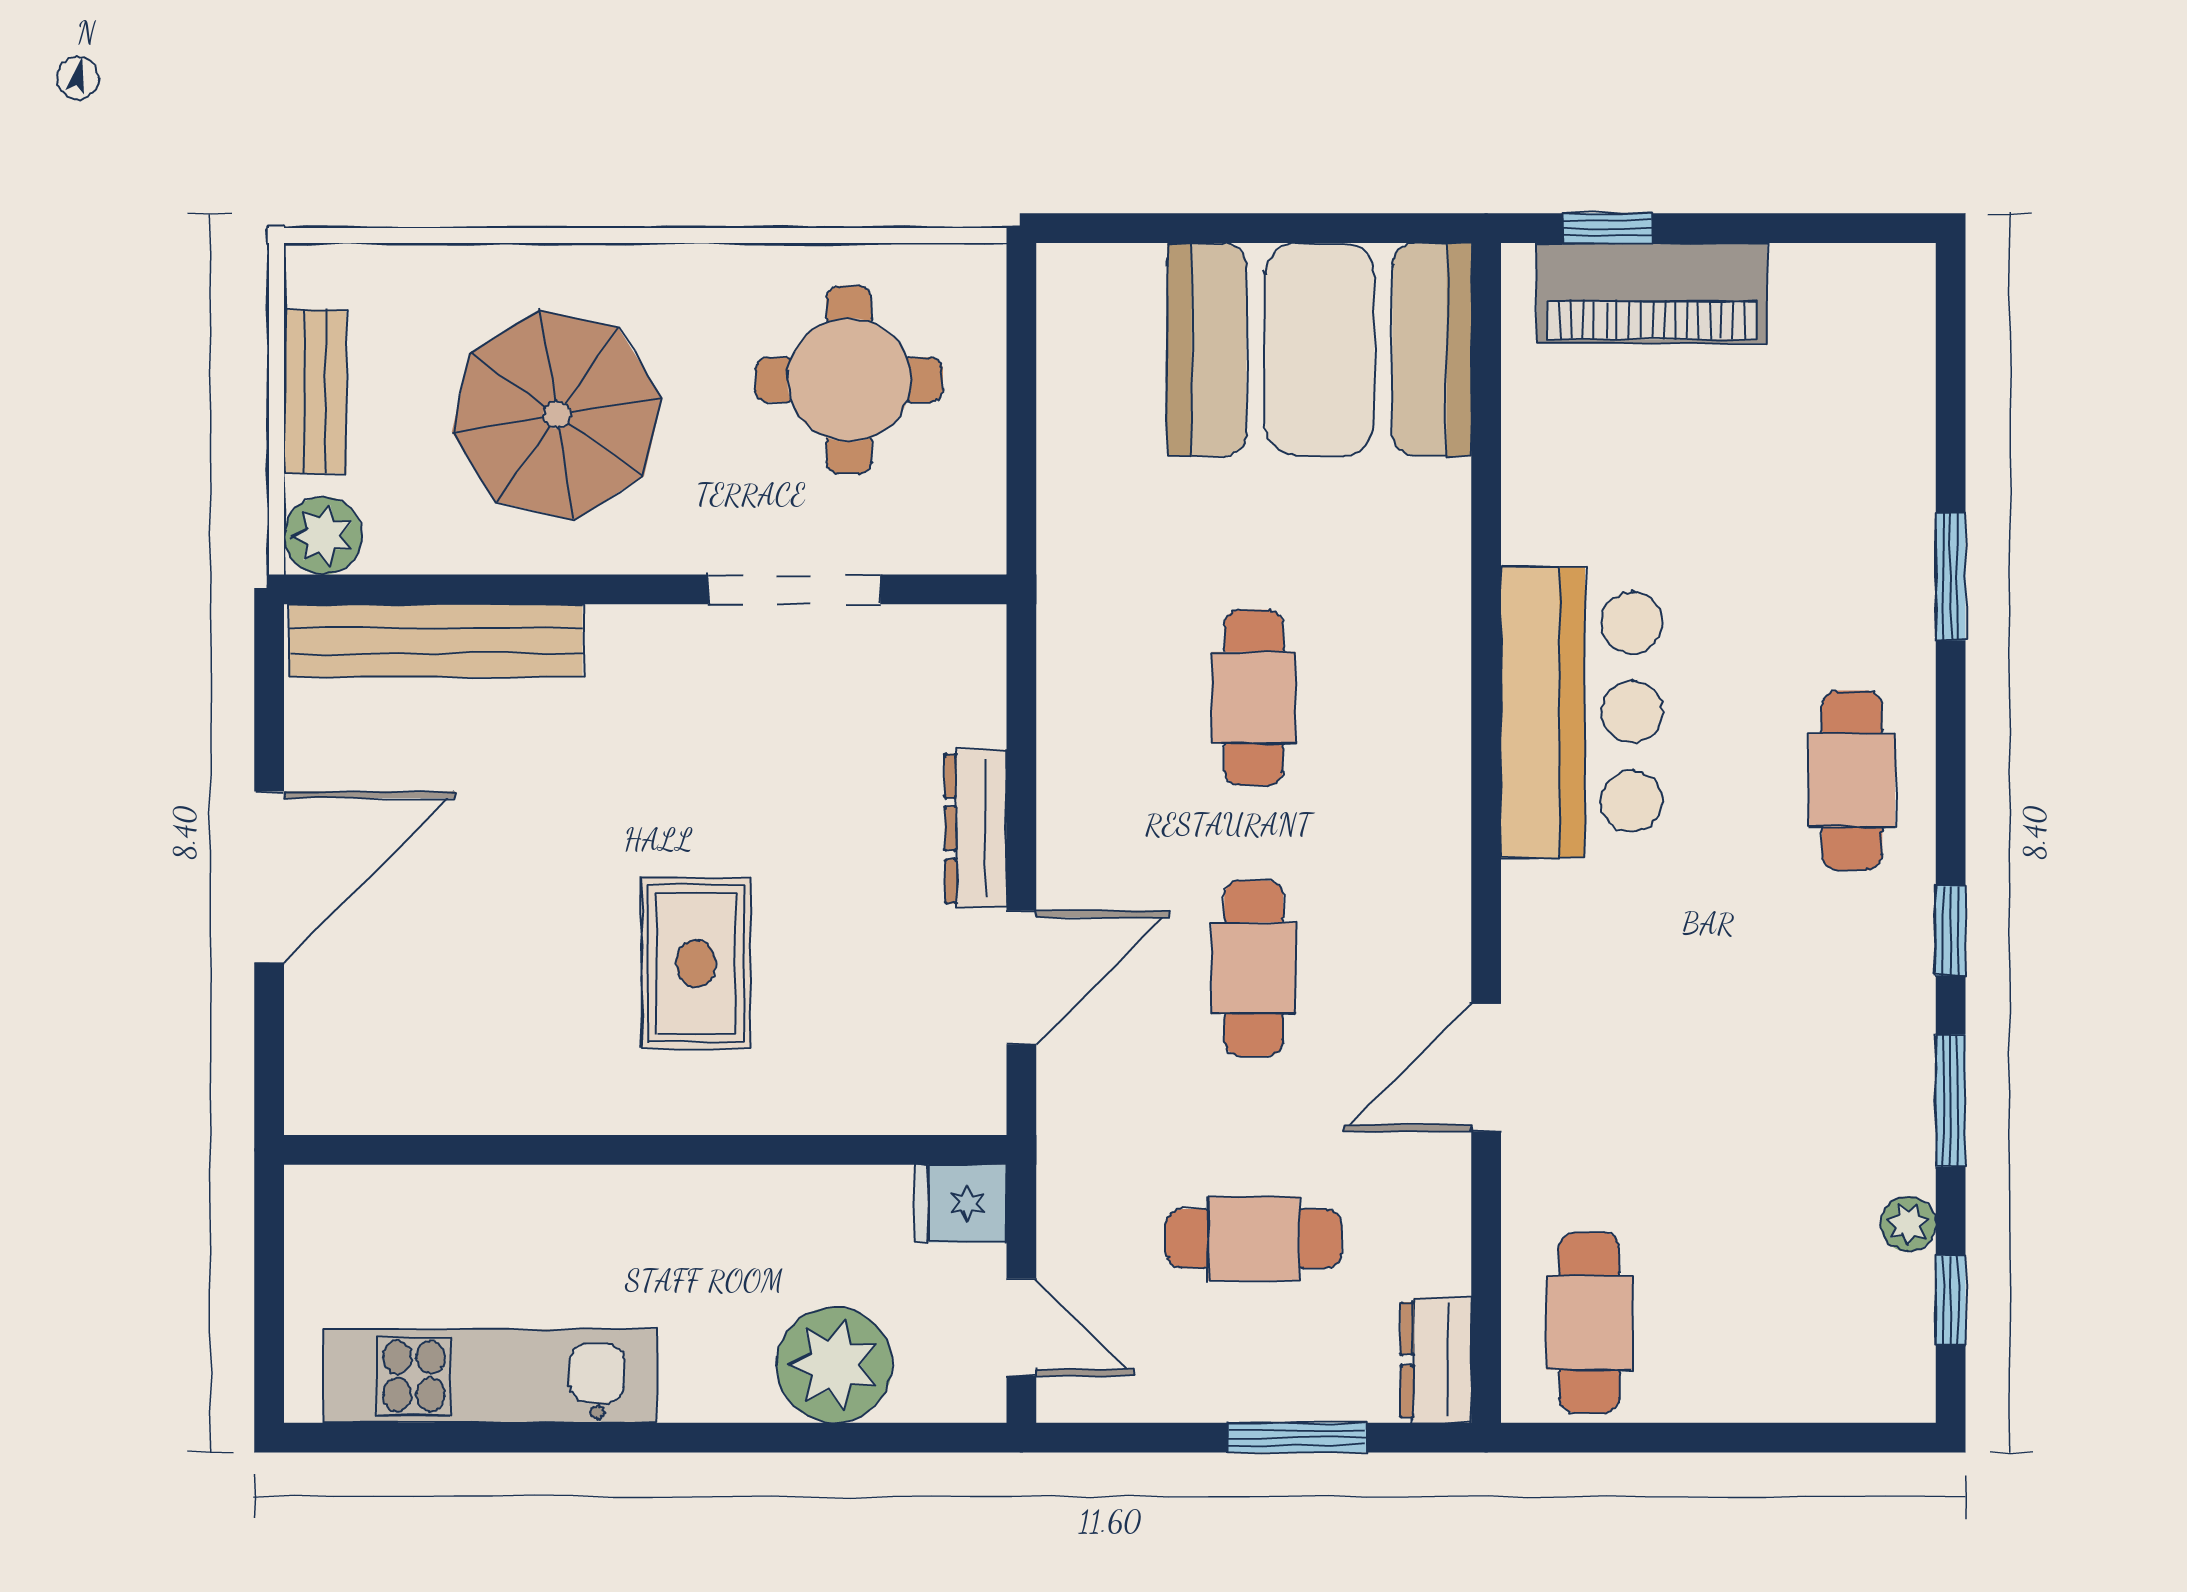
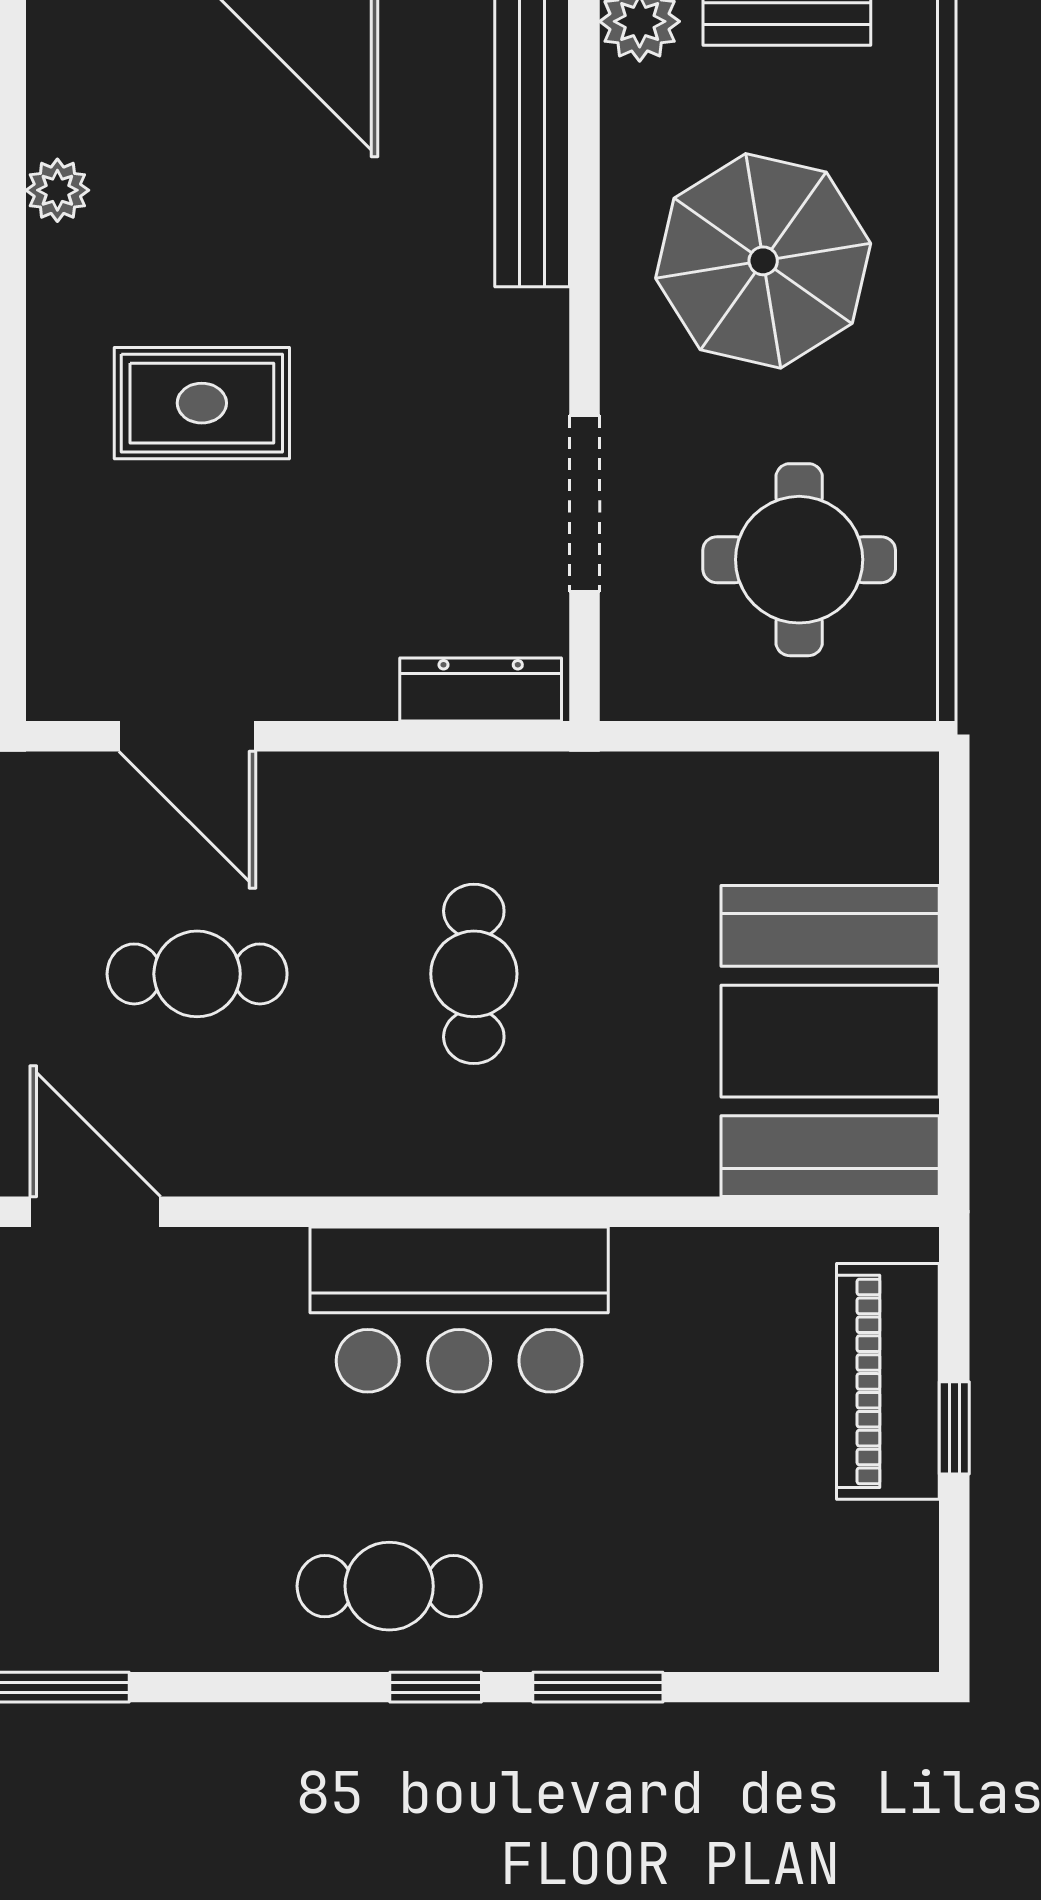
window: (1608, 228) -> (954, 1428), moved
cafe table: (1254, 698) -> (474, 974), turned 90
dresser: (976, 829) -> (481, 689), moved
window: (1951, 930) -> (436, 1687), moved
plant: (488, 1105) -> (57, 190), added

